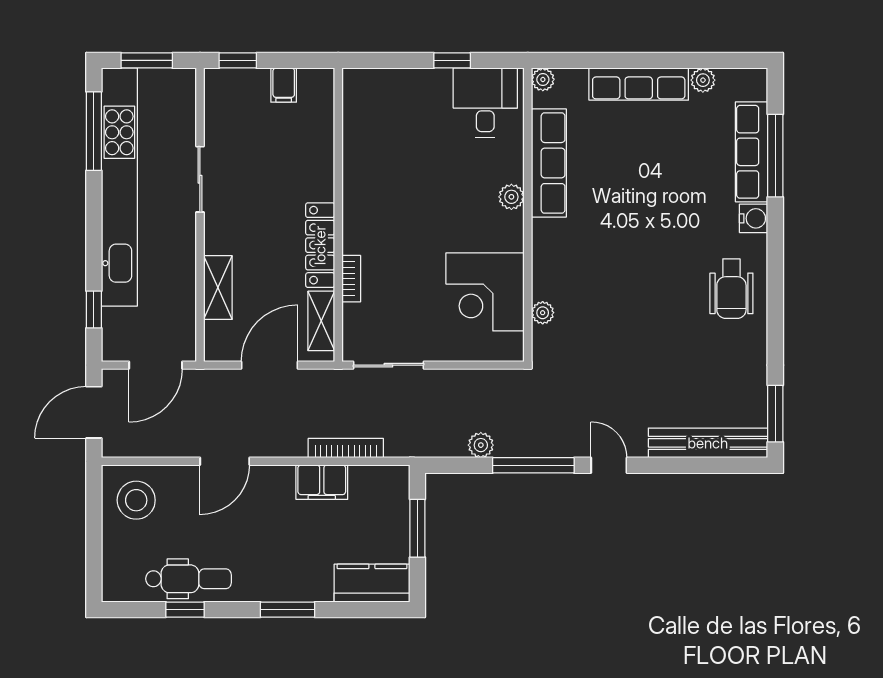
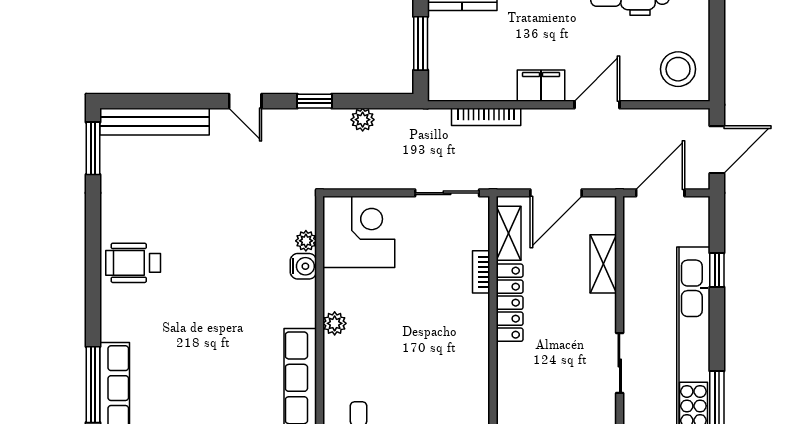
plant: (511, 197) -> (335, 323), moved
water cooler: (754, 218) -> (303, 266), moved, turned 180
wheelchair: (731, 289) -> (133, 263), turned -90
corner desk: (485, 292) -> (359, 232), moved
window: (94, 309) -> (717, 270), moved
window: (533, 465) -> (315, 101), width x0.46
filing cabinet: (322, 482) -> (541, 86), moved

